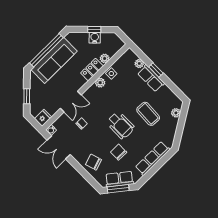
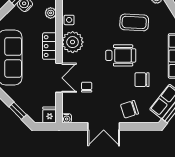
locker: (92, 70) -> (49, 46), moved
plant: (100, 83) -> (73, 42), width x1.88, depth x1.88
double door: (59, 147) -> (104, 126), moved

